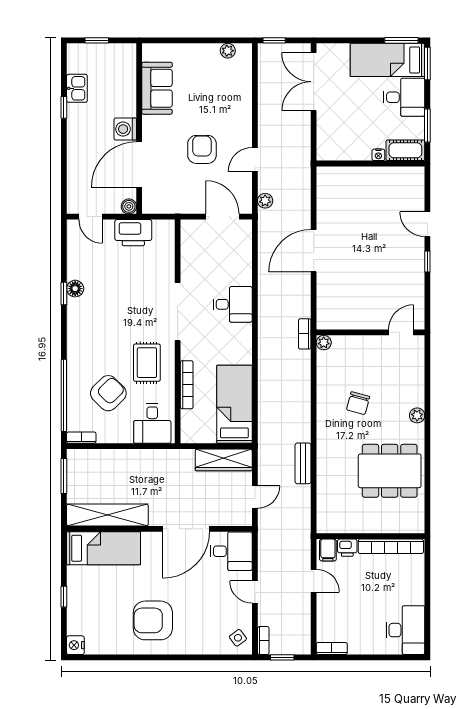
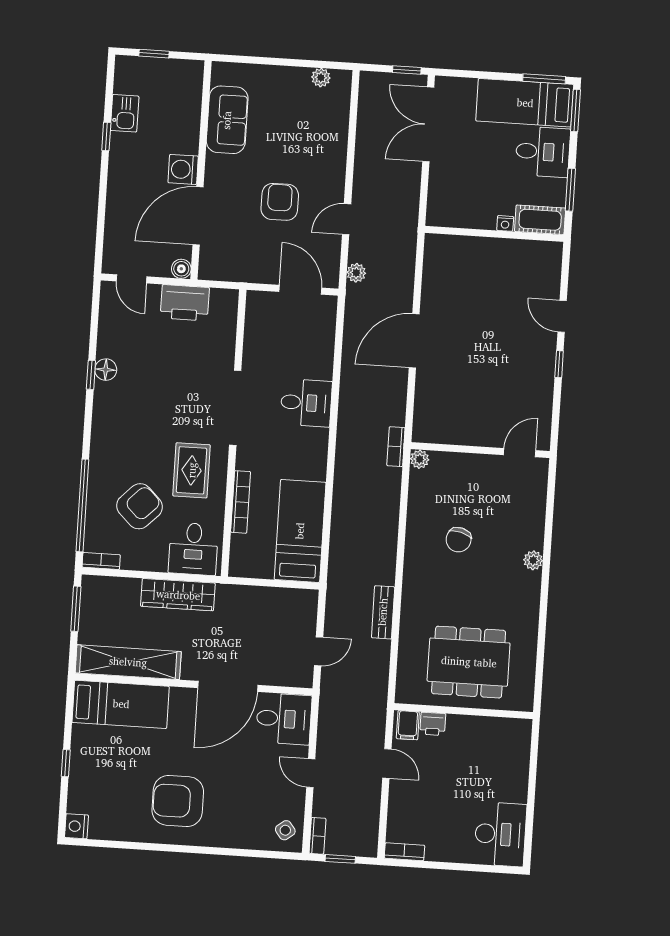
window: (274, 40) -> (407, 70), moved
wardrobe: (224, 460) -> (178, 595), moved
dining table: (390, 471) -> (469, 662), moved
bookcase: (391, 546) -> (489, 726), removed

